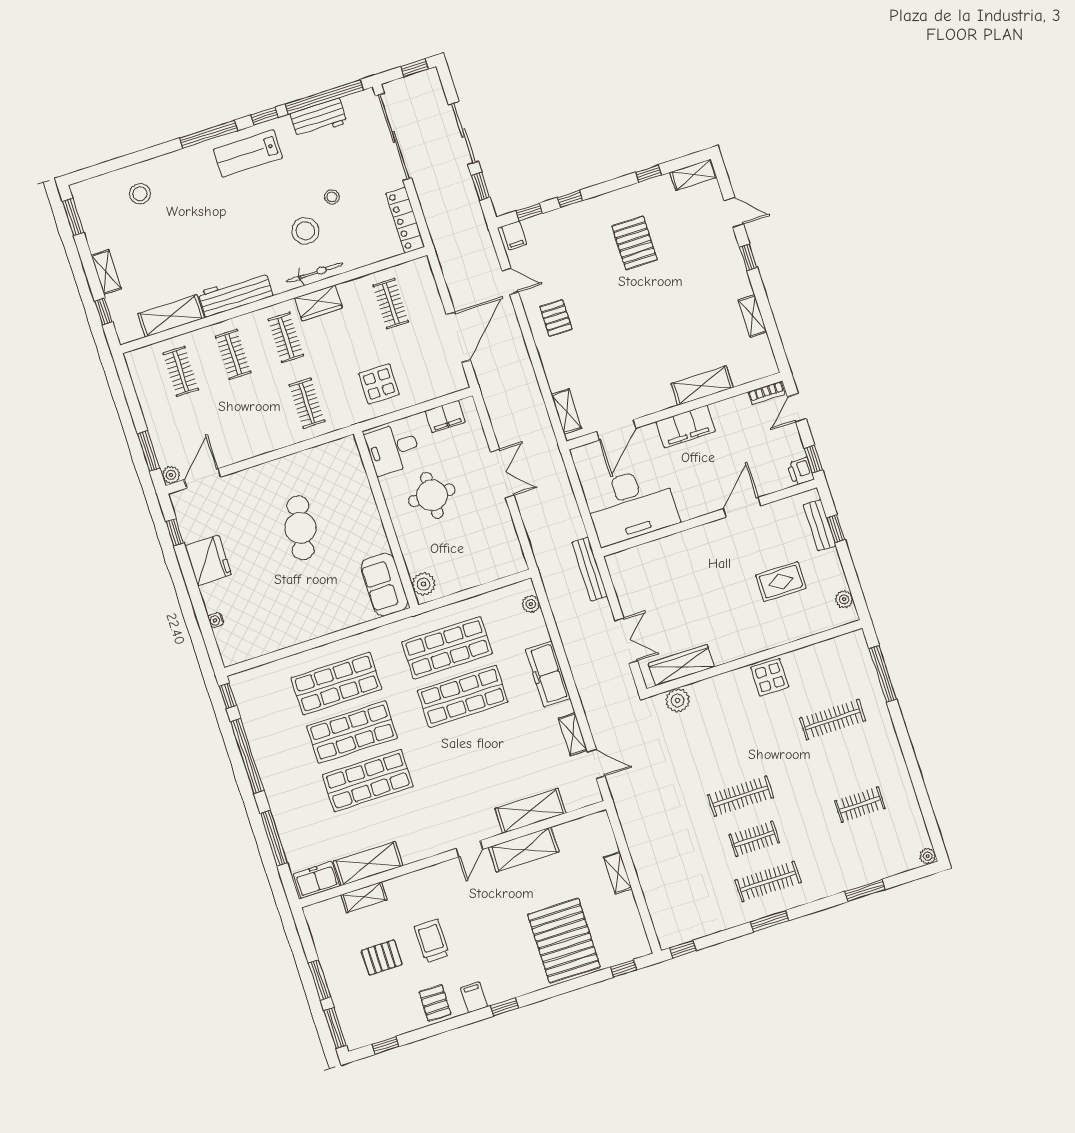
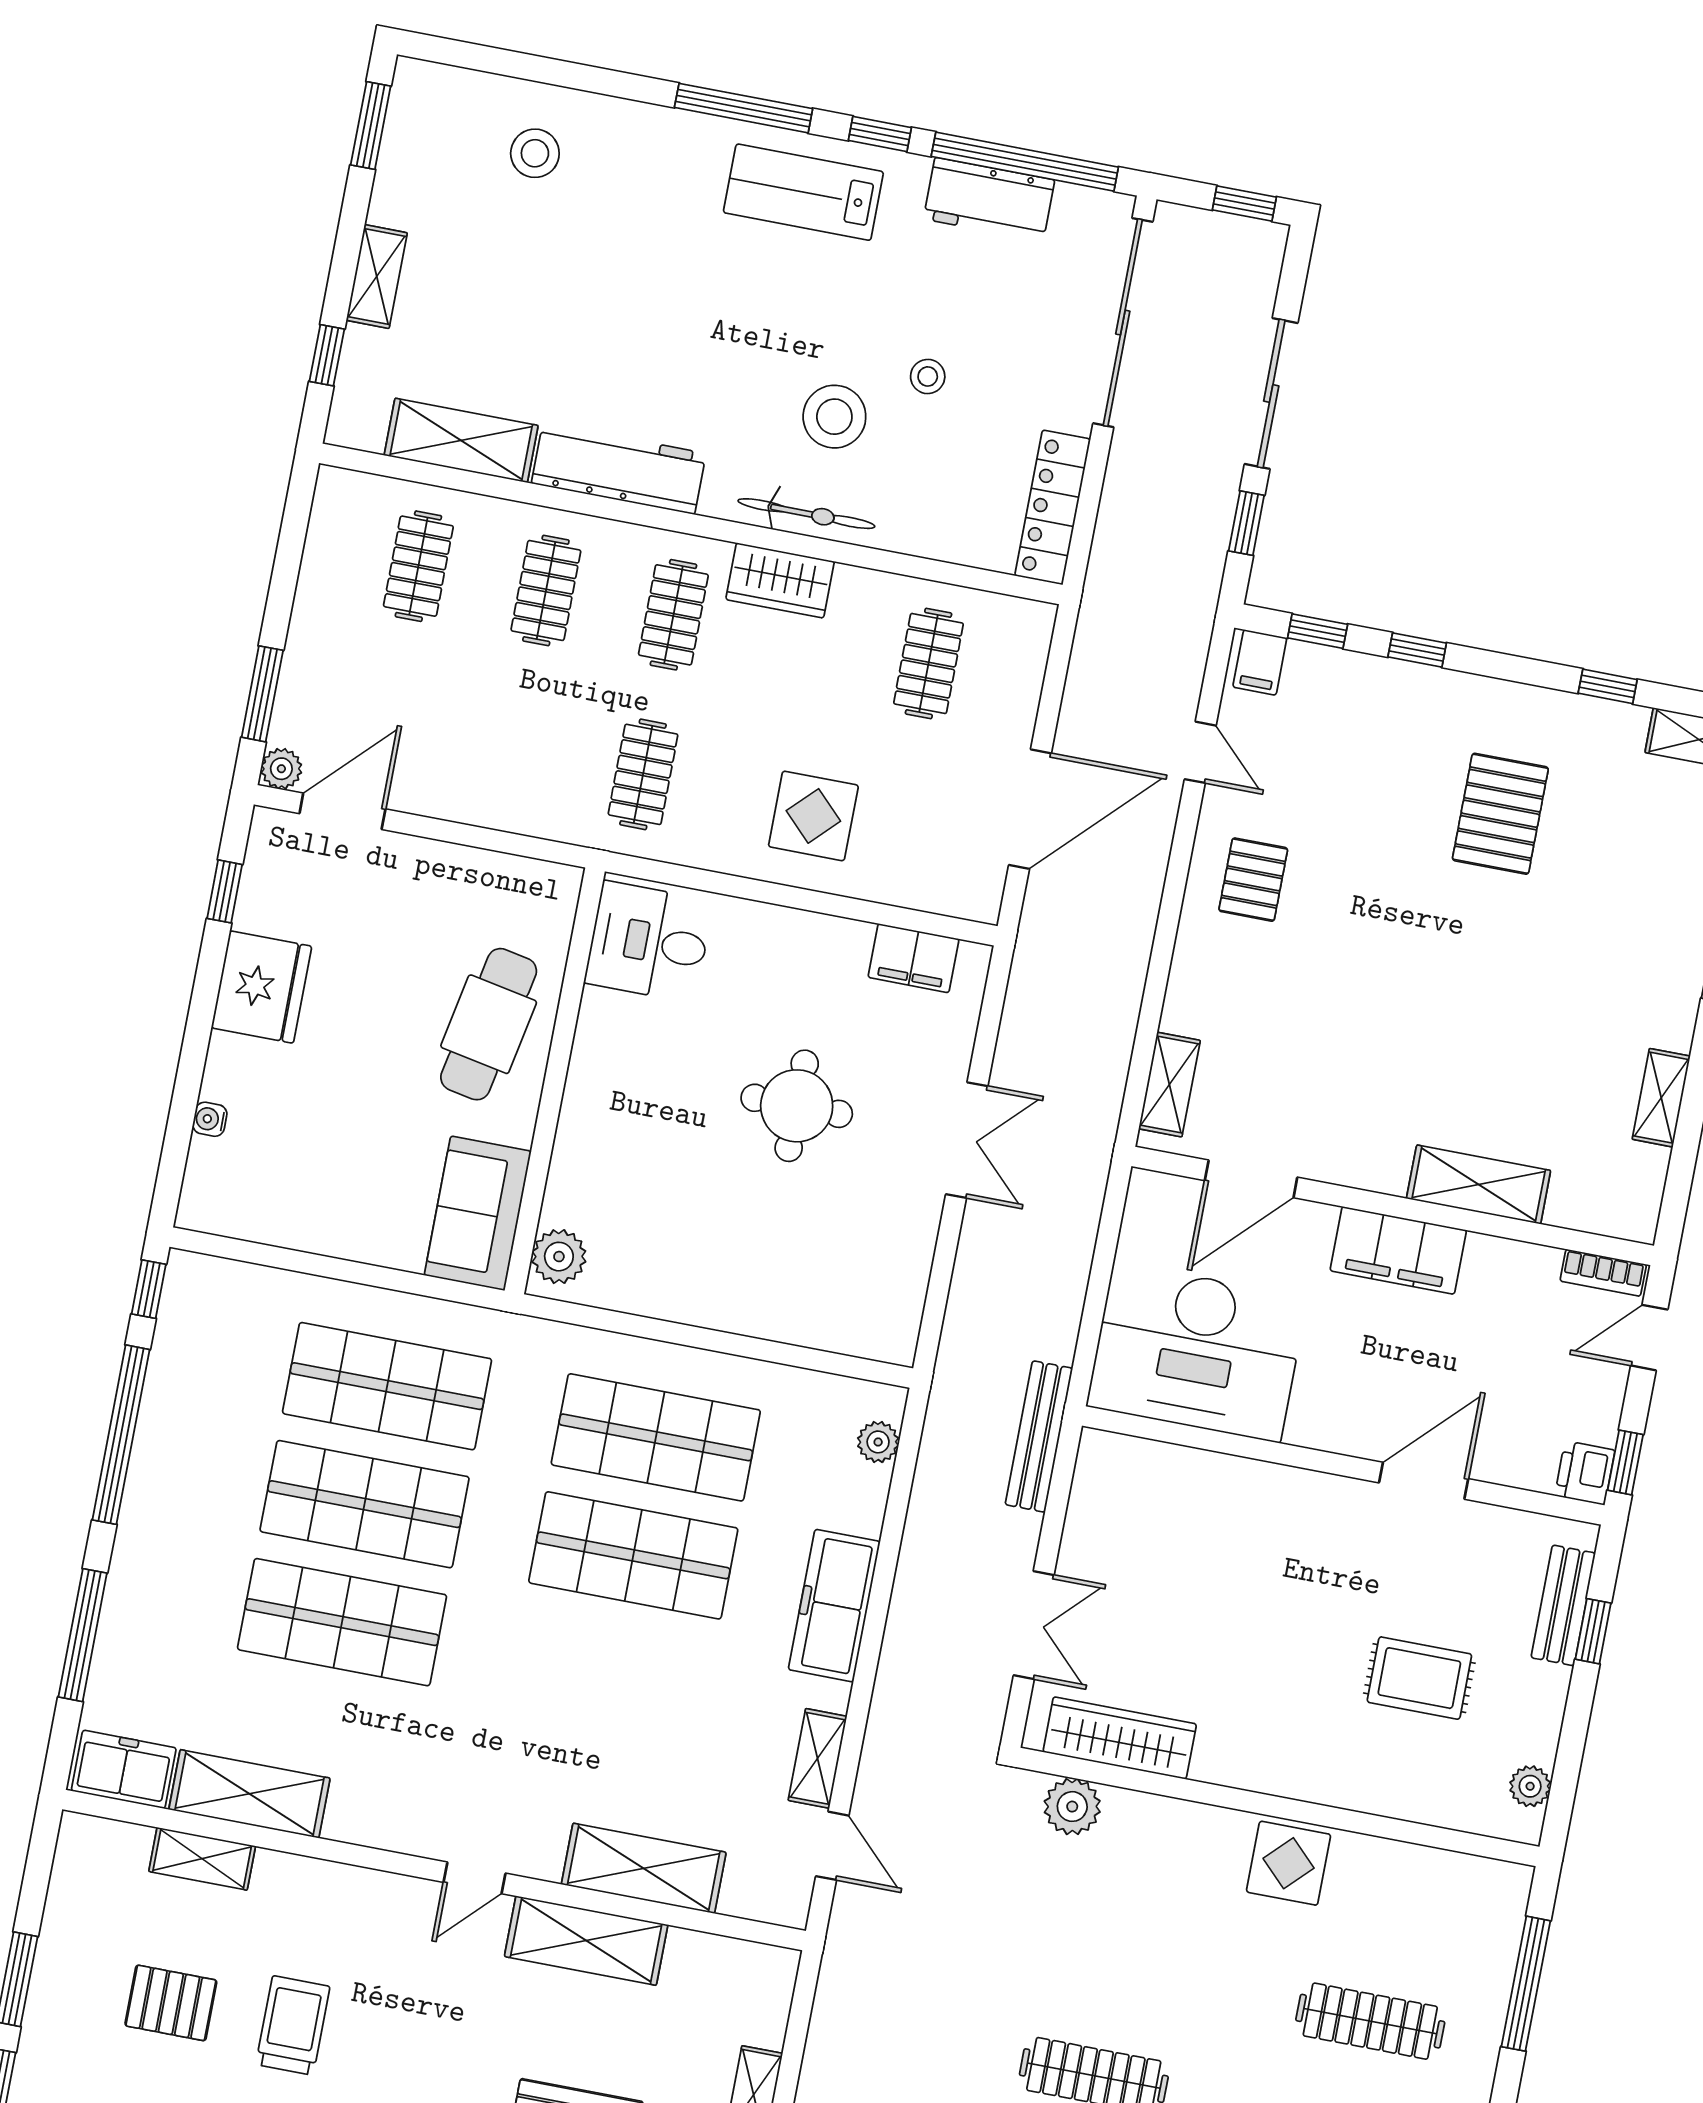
desk: (393, 448) -> (649, 942), moved
wall: (386, 519) -> (555, 1081), moved
plant: (423, 584) -> (559, 1257), moved
sofa: (384, 585) -> (478, 1213), moved

